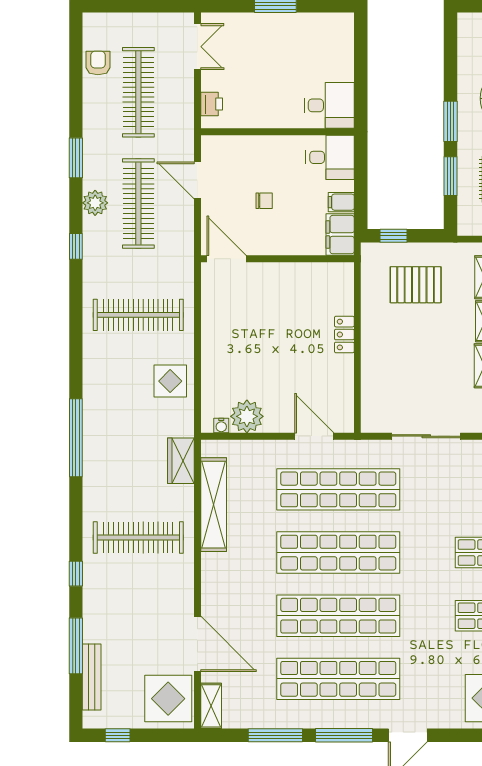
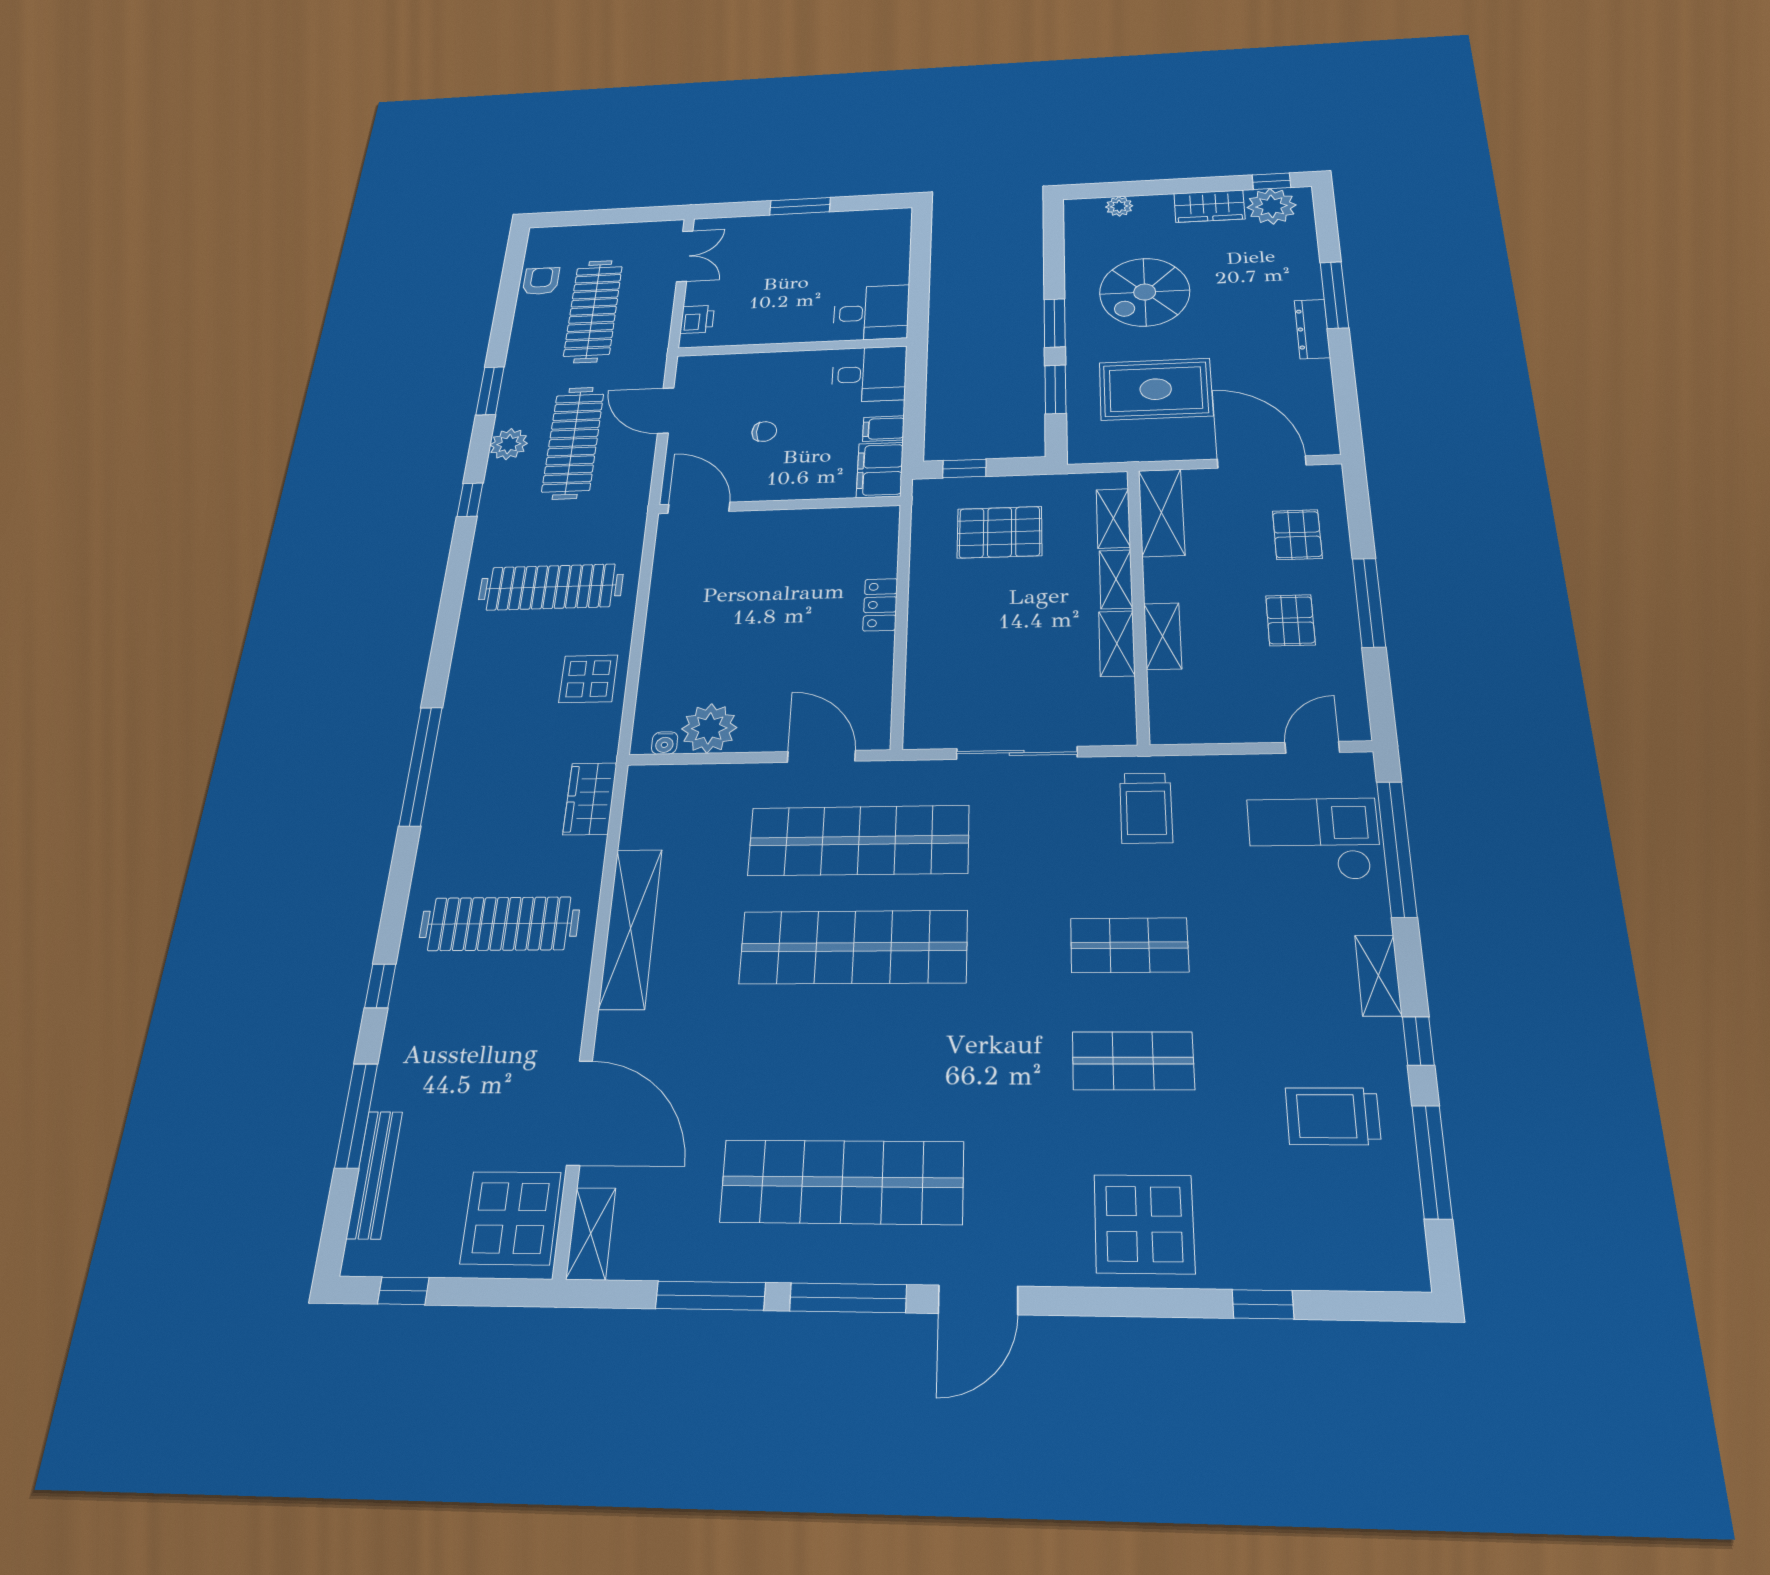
shelving: (214, 505) -> (631, 928), moved
shop shelf: (338, 616) -> (848, 1060), removed

